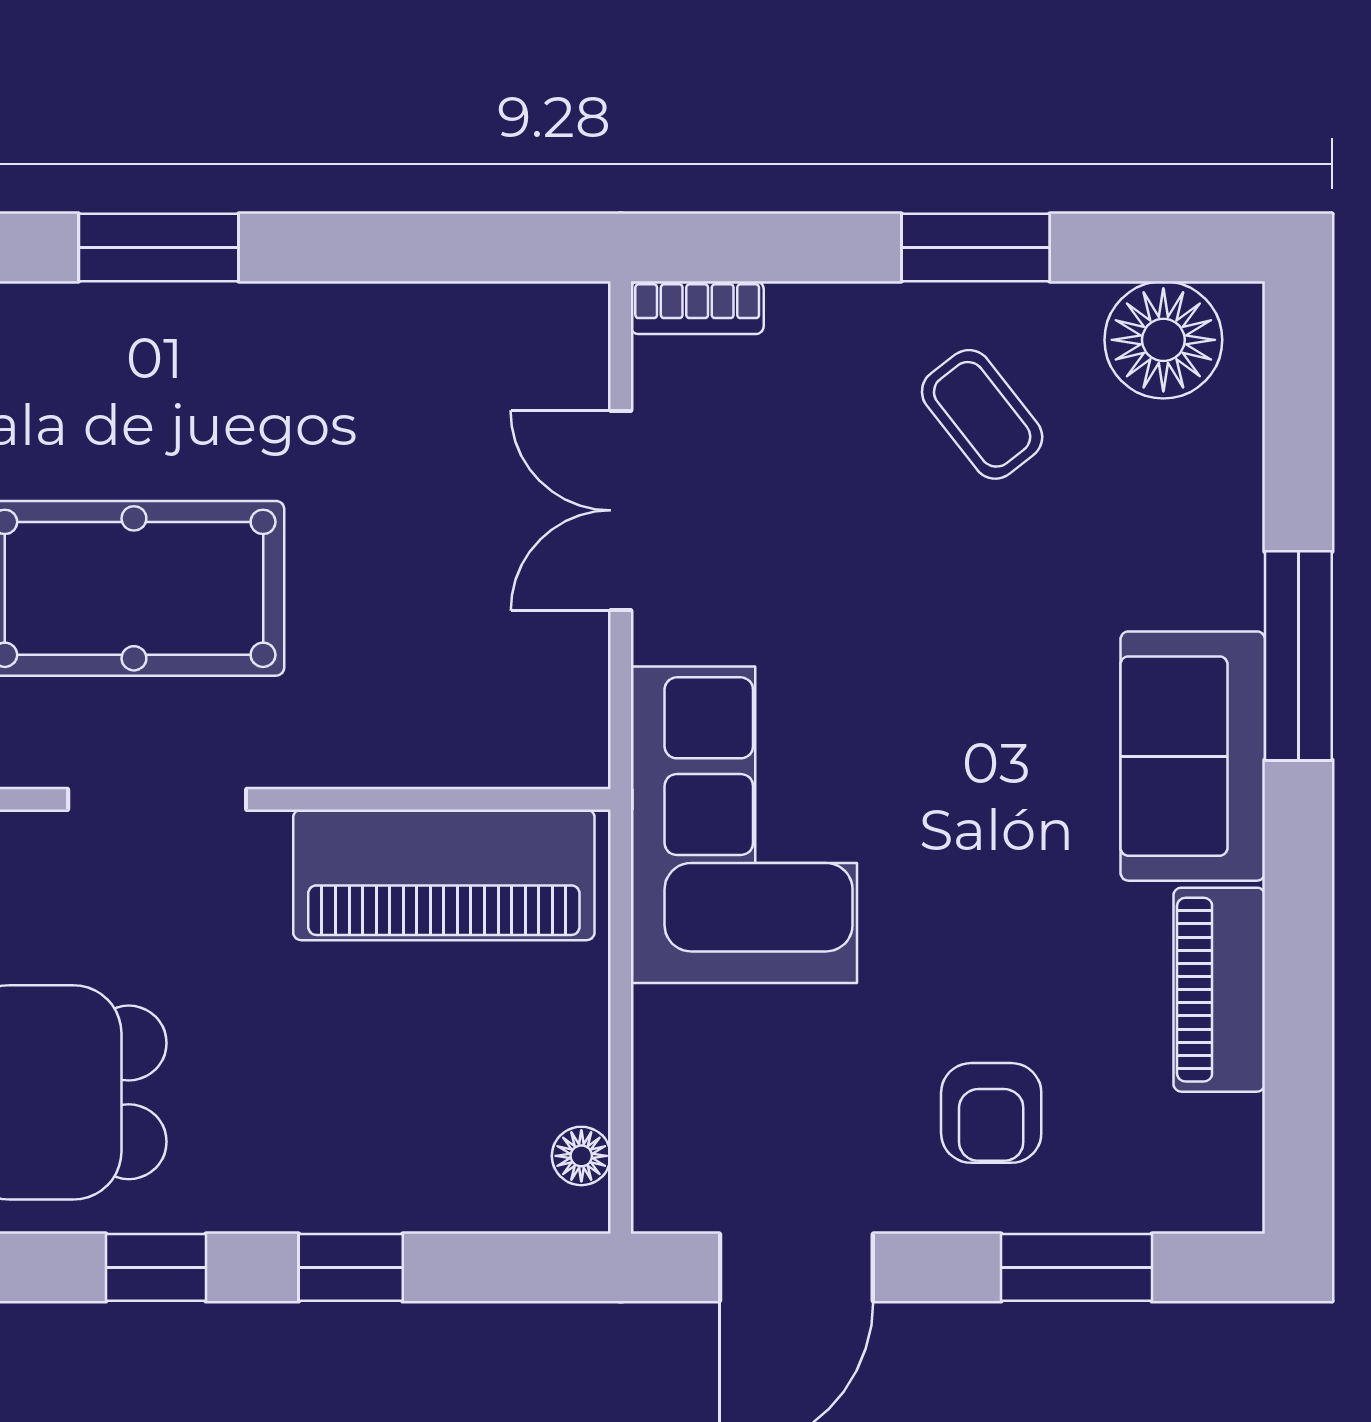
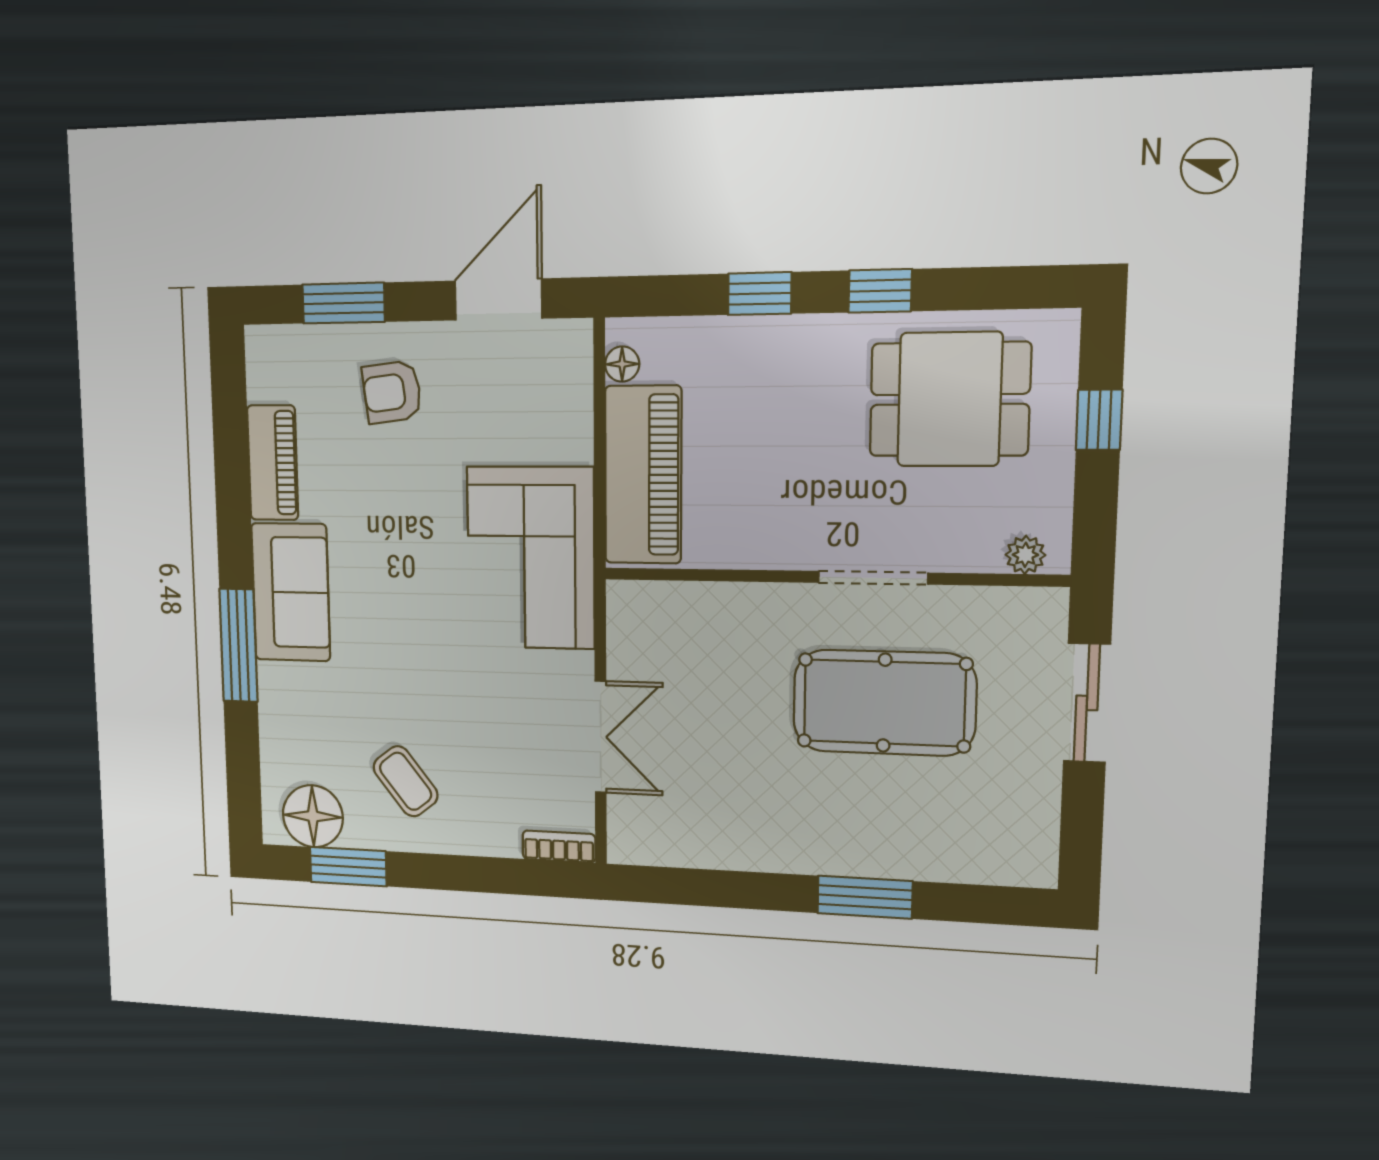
window: (976, 248) -> (348, 867), moved
piano: (444, 875) -> (643, 475), moved, turned 90
armchair: (991, 1113) -> (392, 392), turned -97

